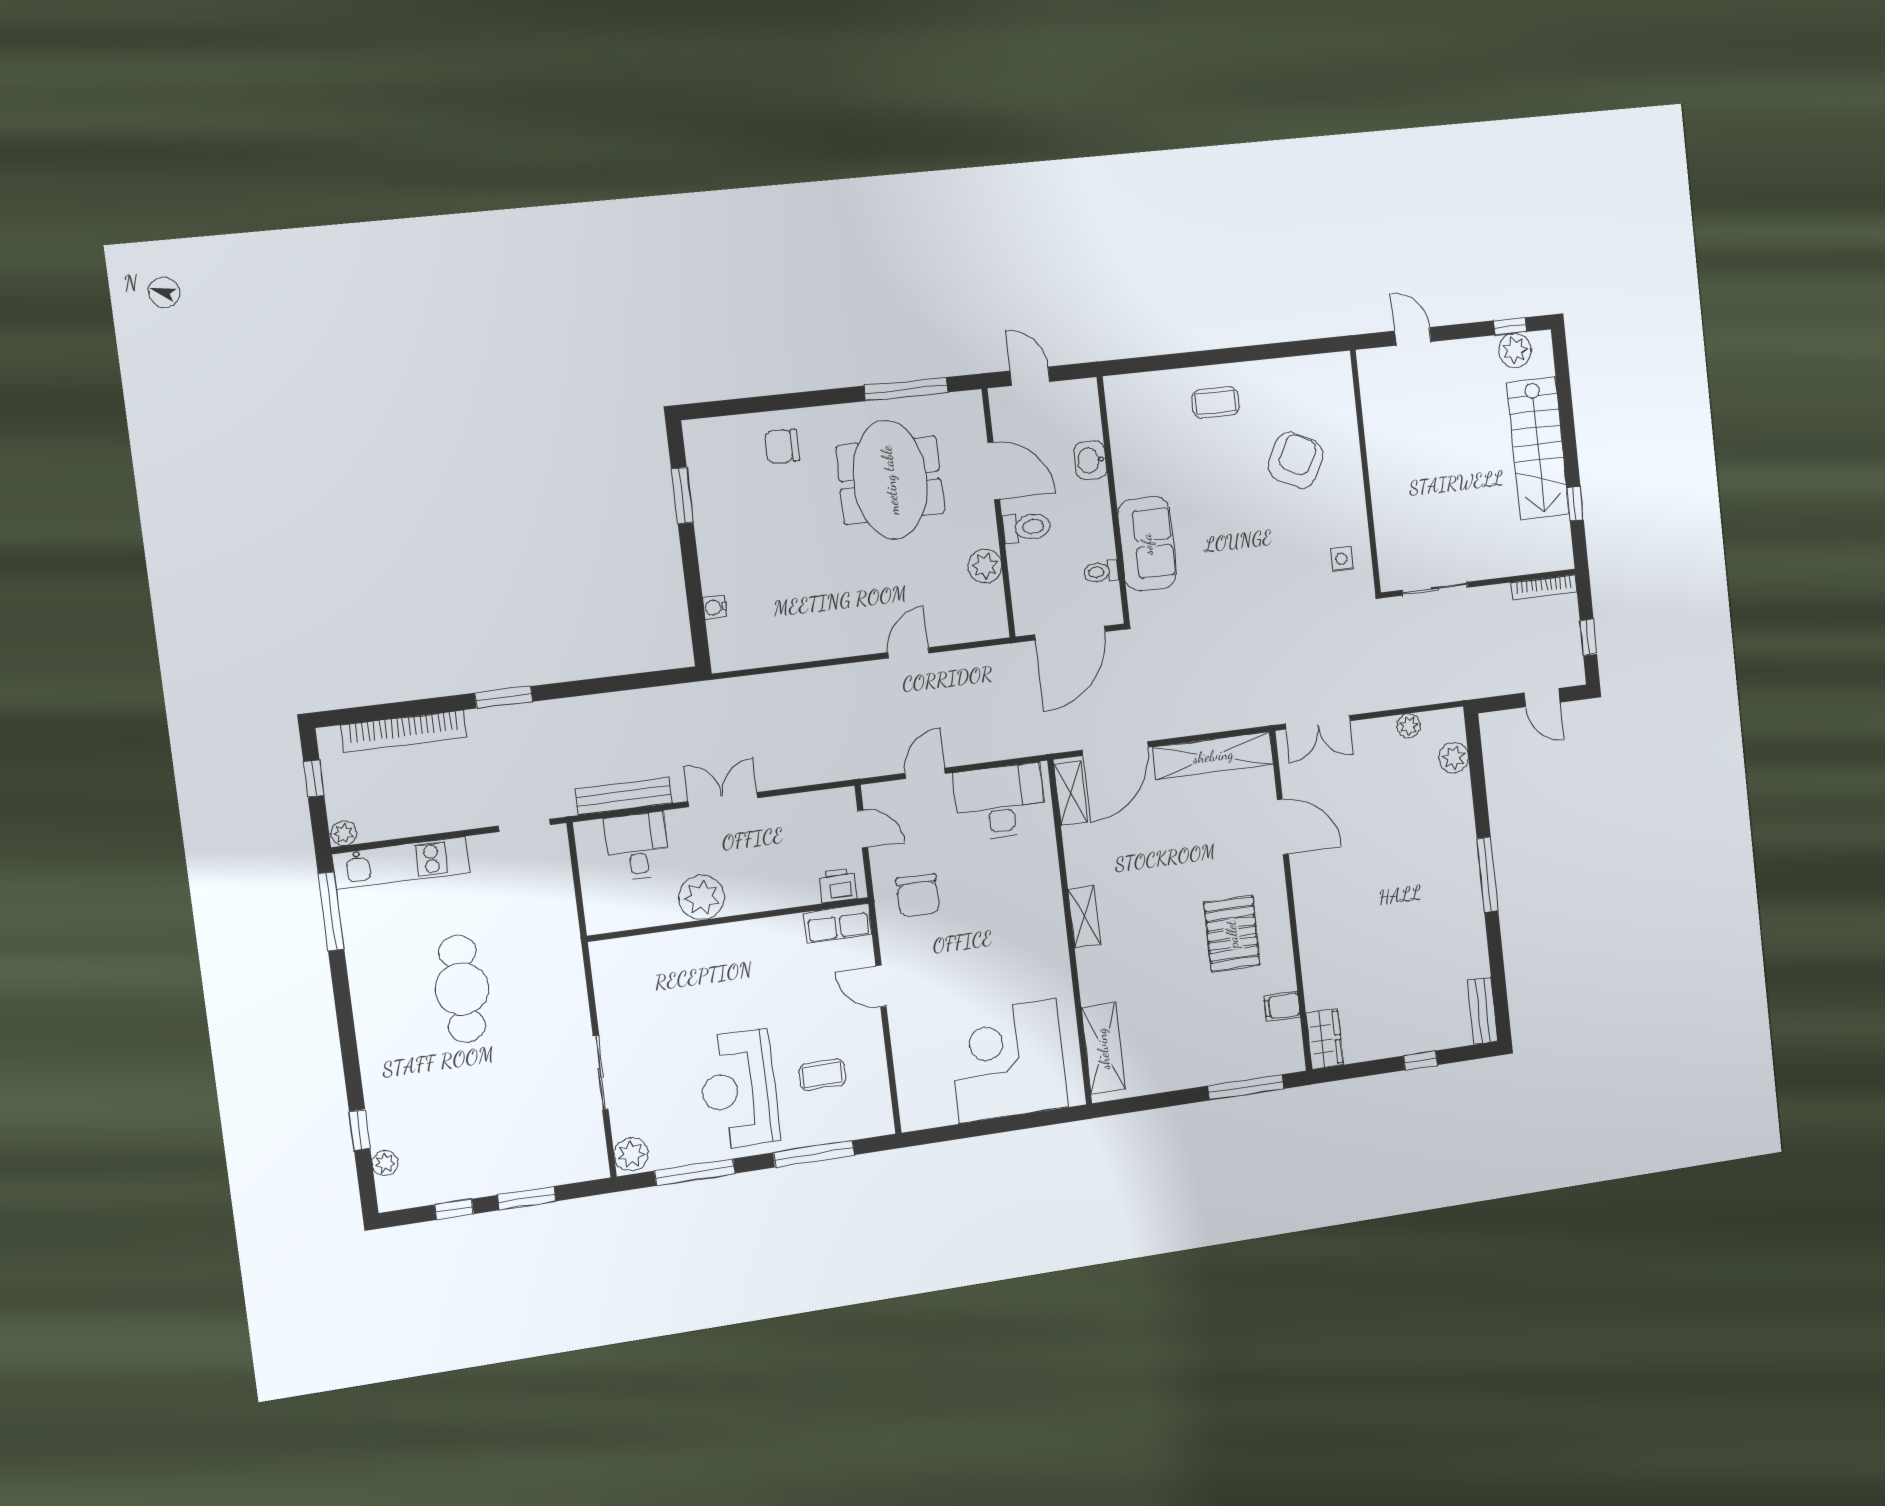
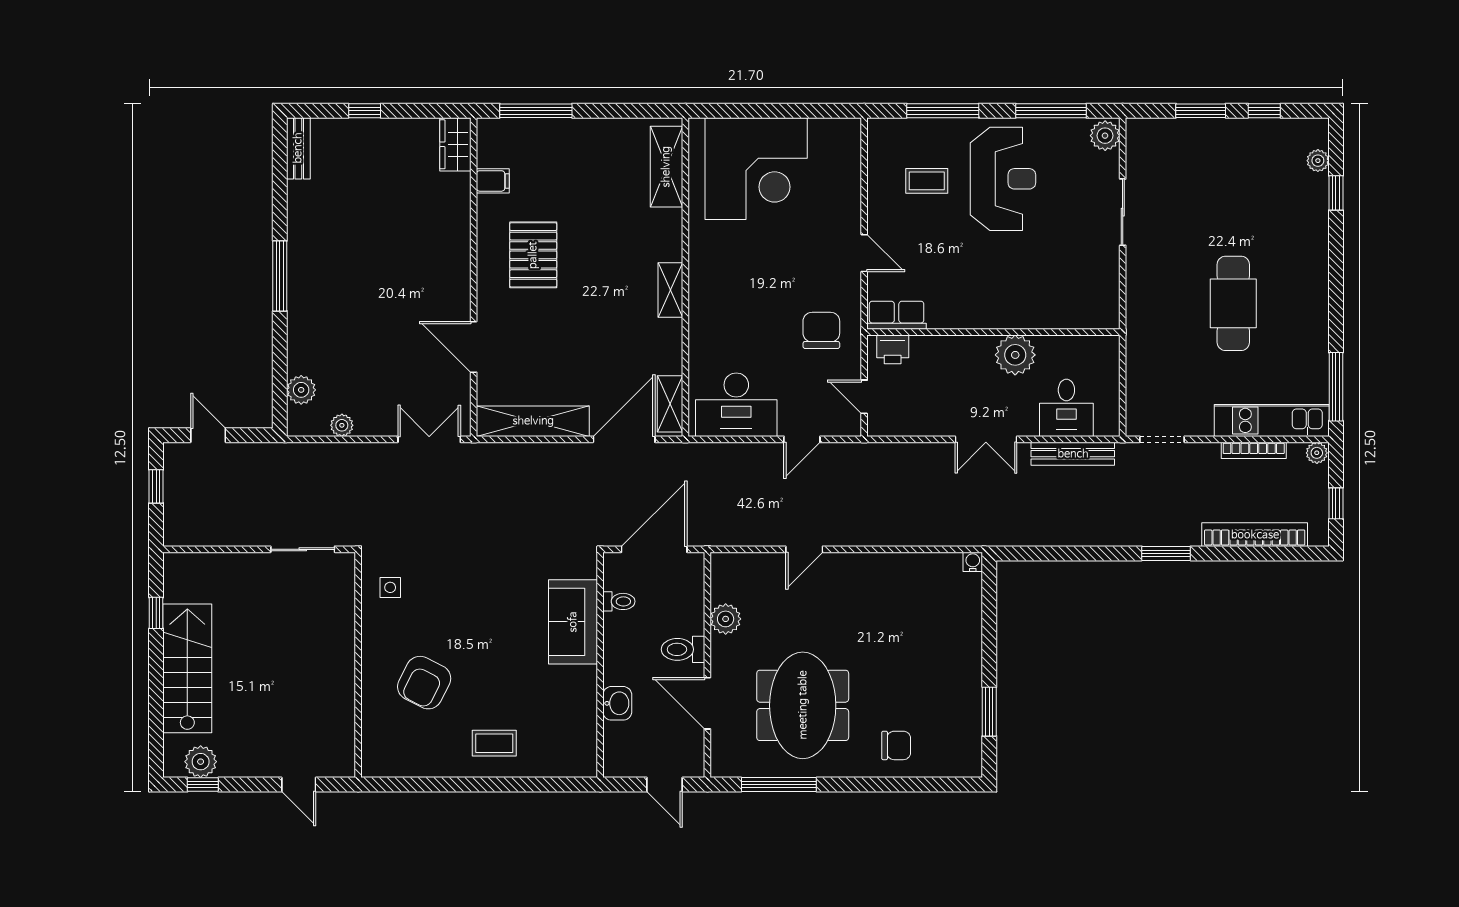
bookcase: (1544, 587) -> (1254, 450), moved, turned 180
water cooler: (715, 607) -> (973, 562), moved, turned -90

